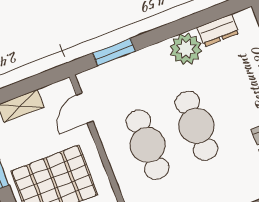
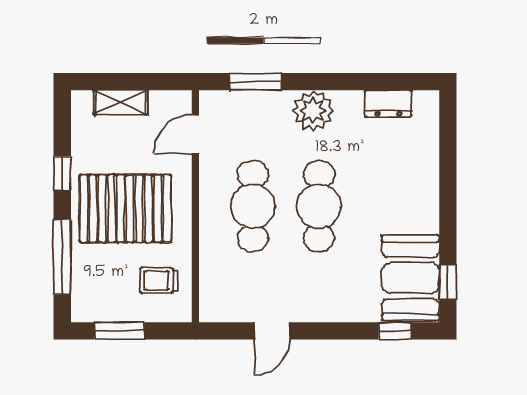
plant: (186, 49) -> (313, 111), moved

